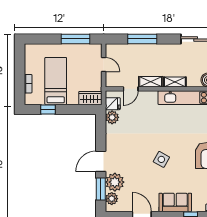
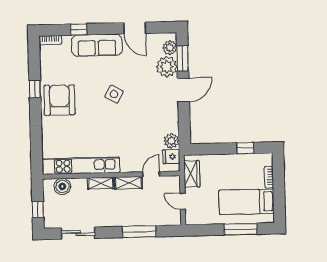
window: (76, 39) -> (241, 229), moved
bed: (56, 81) -> (247, 202), moved, turned 90
wardrobe: (90, 98) -> (192, 174), moved, turned -90
sofa: (175, 202) -> (97, 45), width x1.36

